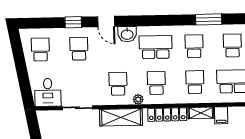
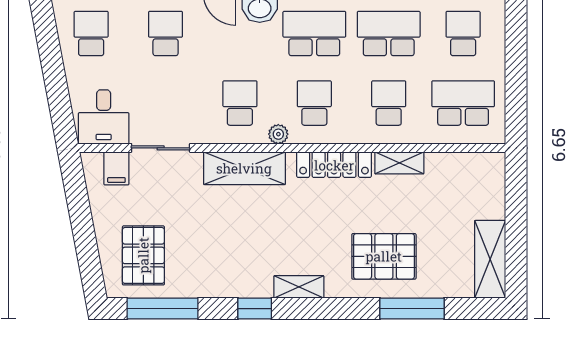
school desk: (194, 46) -> (389, 34), width x1.85
filing cabinet: (221, 115) -> (116, 168), moved

